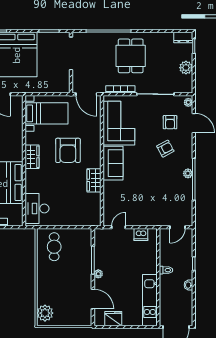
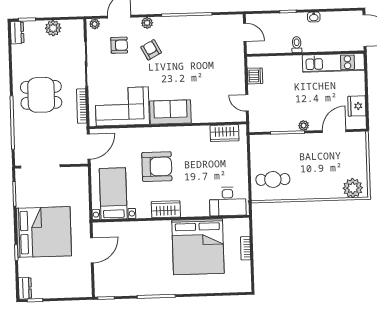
plant: (188, 173) -> (147, 23), moved
wardrobe: (94, 180) -> (224, 133), moved

